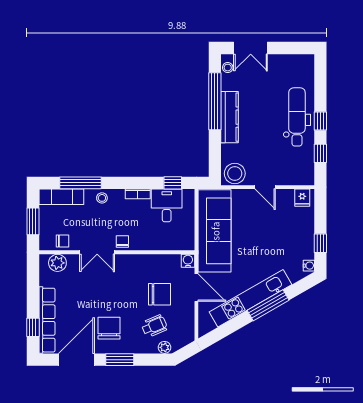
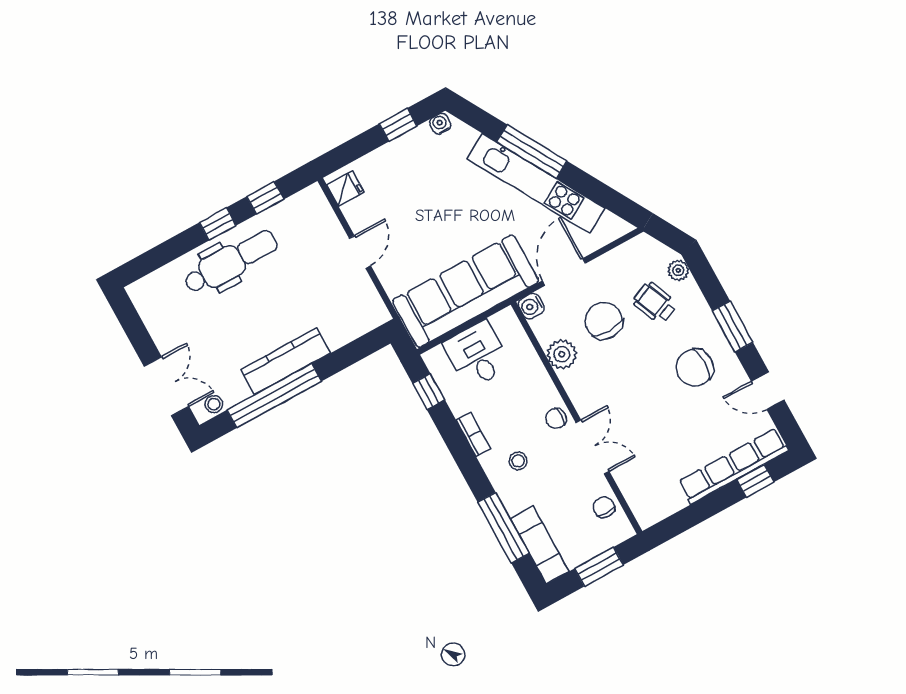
dental chair: (297, 117) -> (231, 262), turned 180
stool: (235, 173) -> (365, 308), removed
stool: (102, 198) -> (518, 461), moved
desk: (167, 205) -> (477, 355), moved, turned 90
plant: (57, 263) -> (562, 354), moved
door: (76, 360) -> (768, 391), width x0.53

